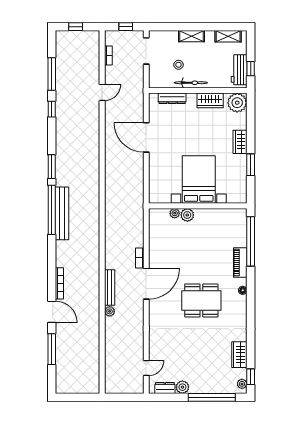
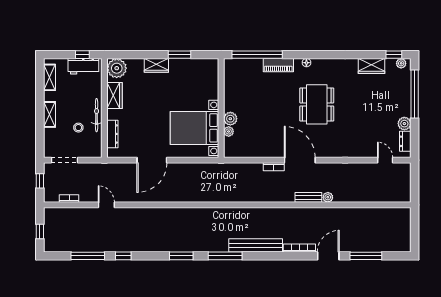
bed with nightstands: (199, 180) -> (194, 128), moved
window: (52, 210) -> (225, 256), width x0.68
bench: (62, 213) -> (256, 245), moved
bench: (110, 287) -> (308, 197), width x0.73

